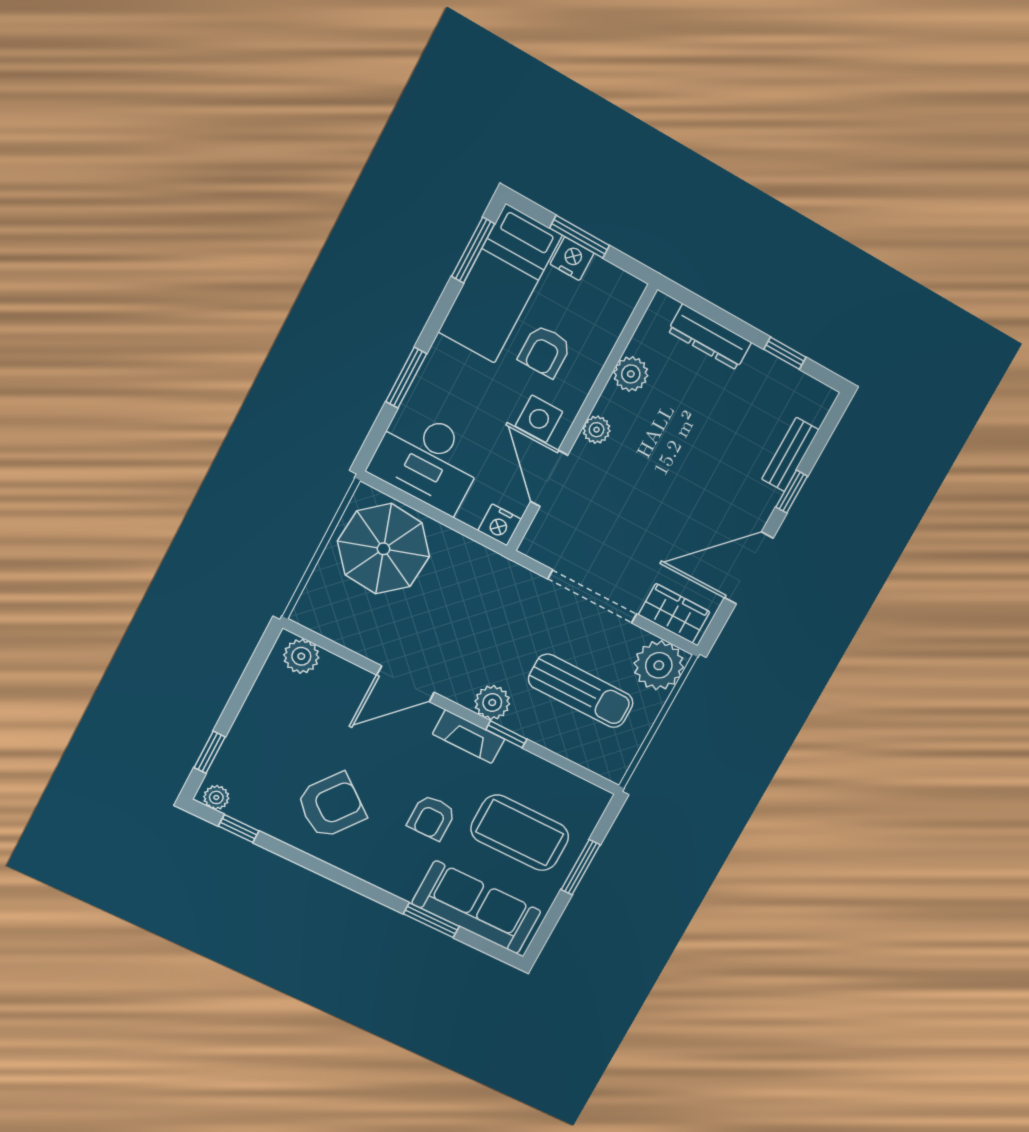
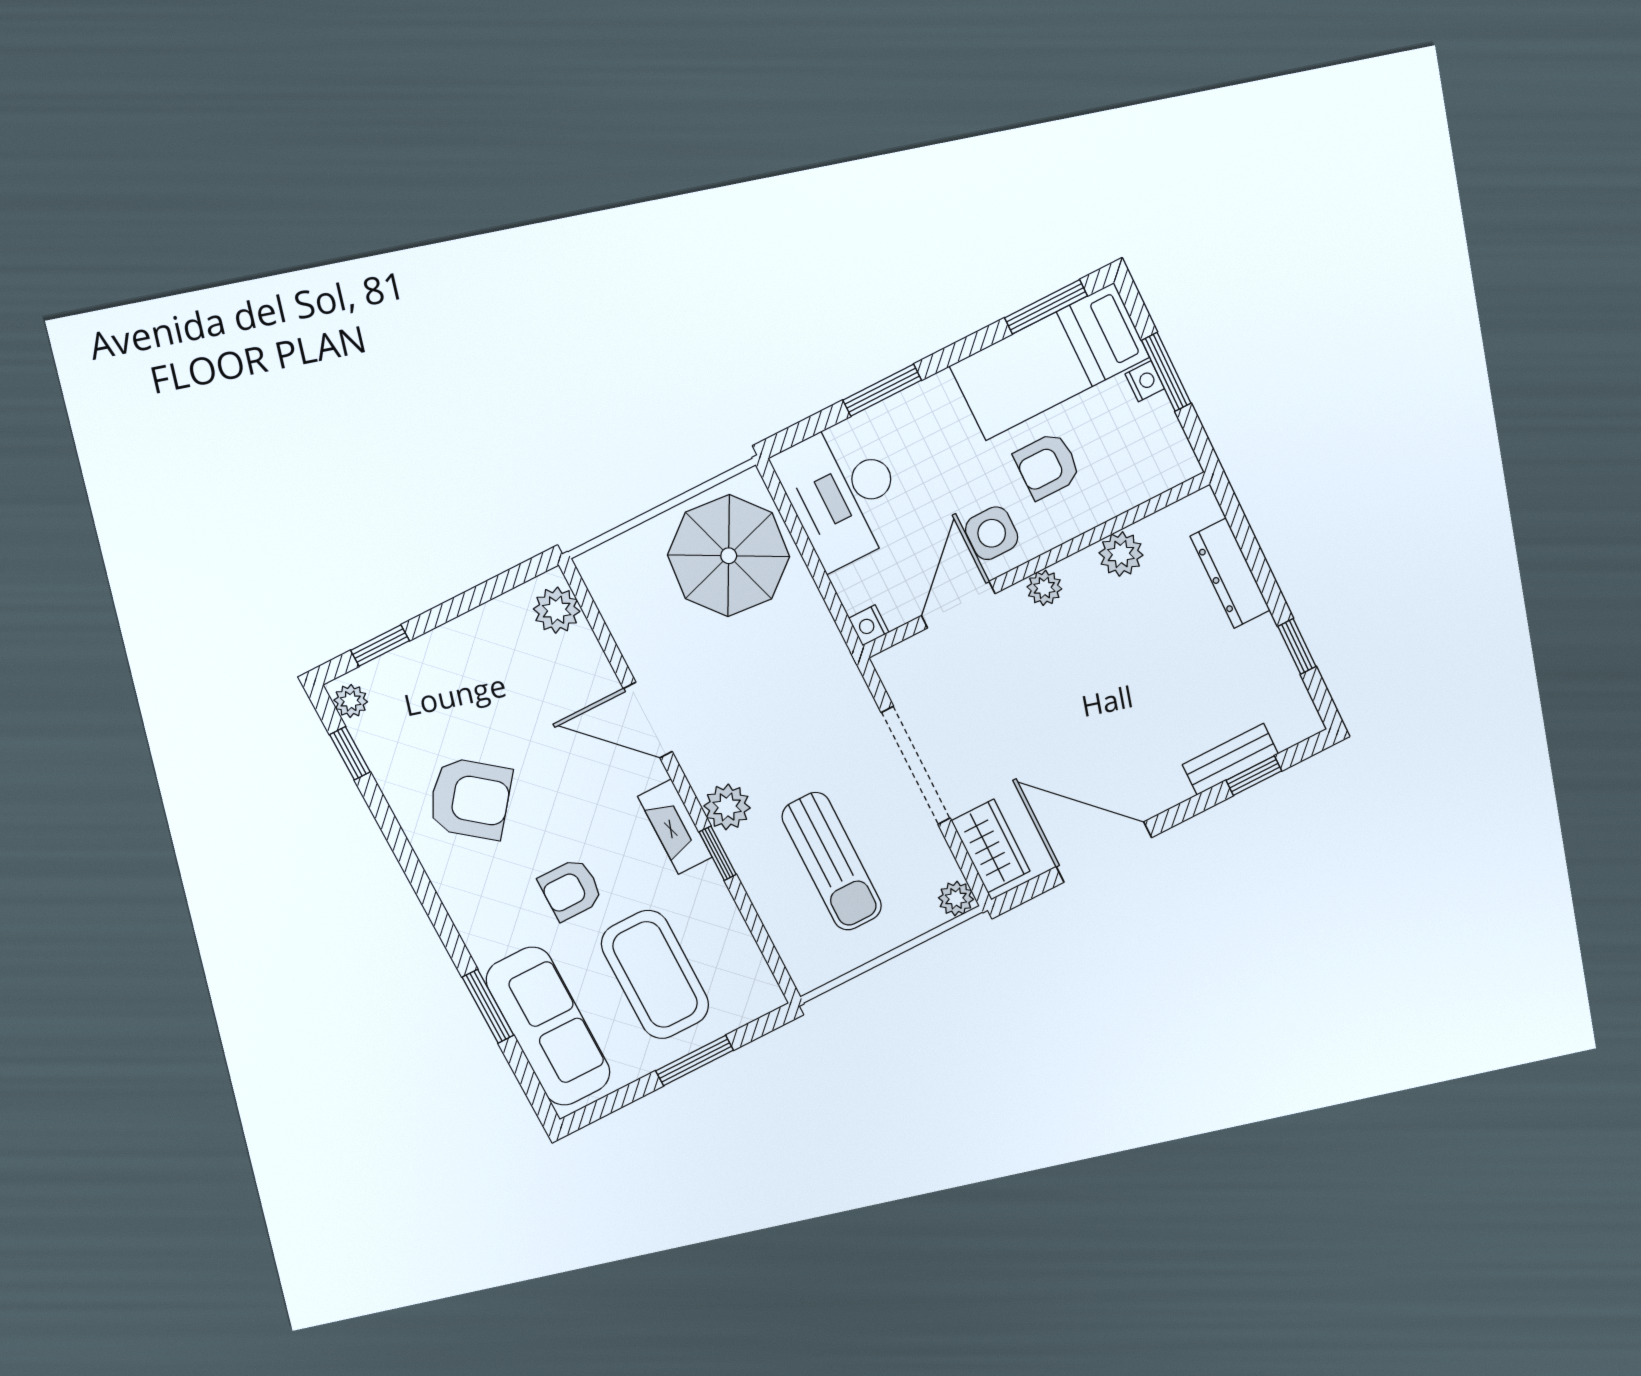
nightstand: (572, 259) -> (1145, 381), width x0.72, depth x0.74
window: (792, 492) -> (1254, 776), moved
nightstand: (500, 525) -> (869, 625), width x0.72, depth x0.74
plant: (659, 665) -> (956, 899), width x0.53, depth x0.53

